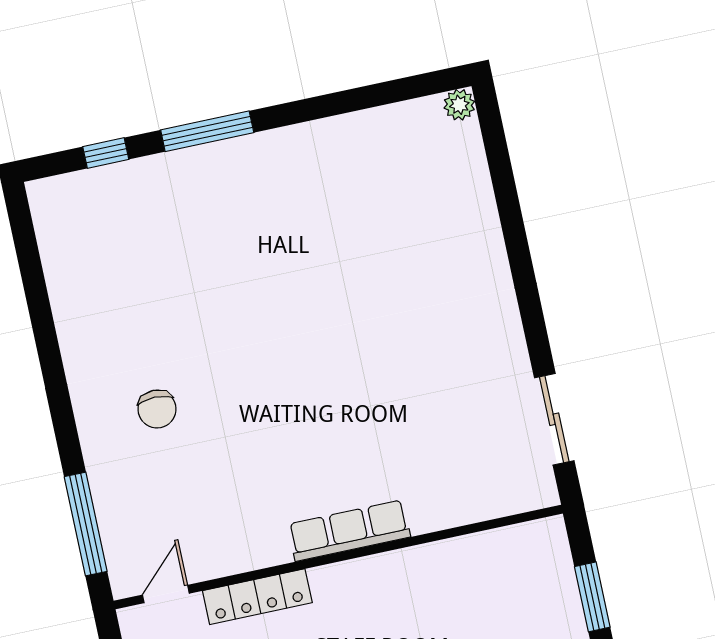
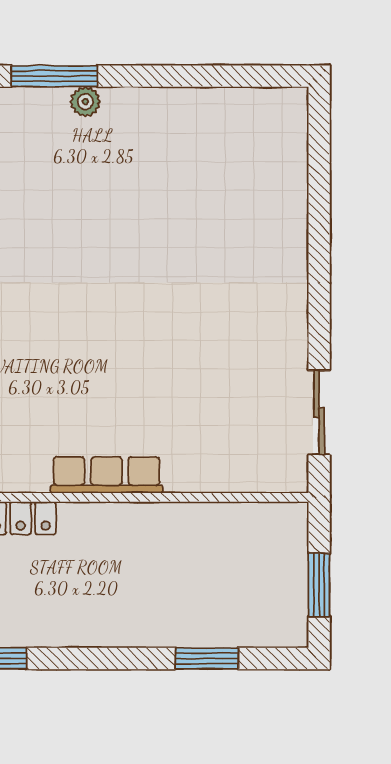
plant: (459, 105) -> (85, 102), moved

